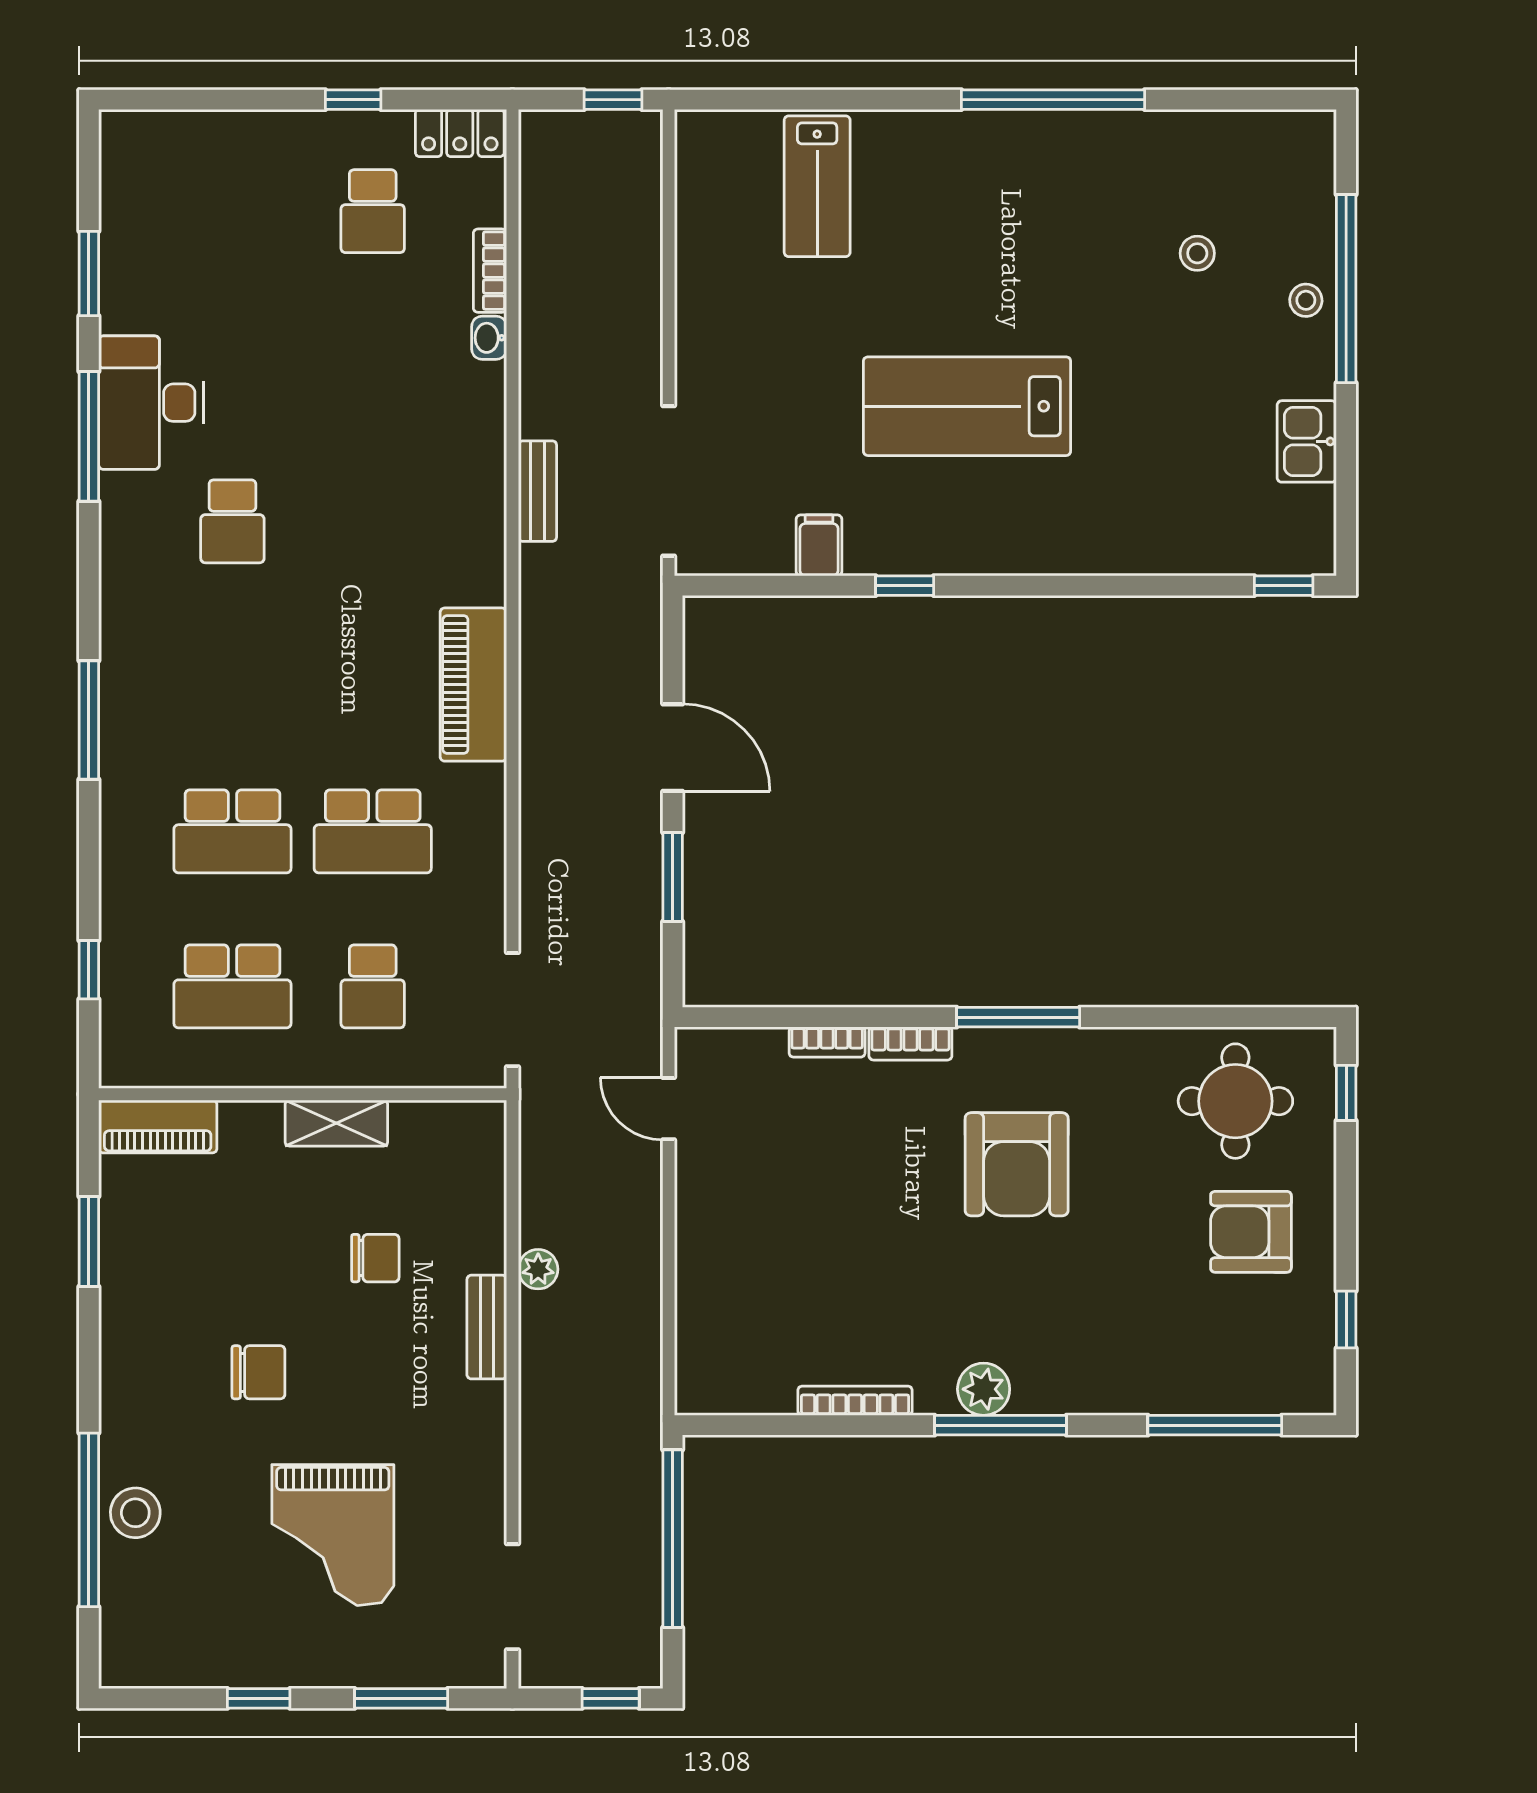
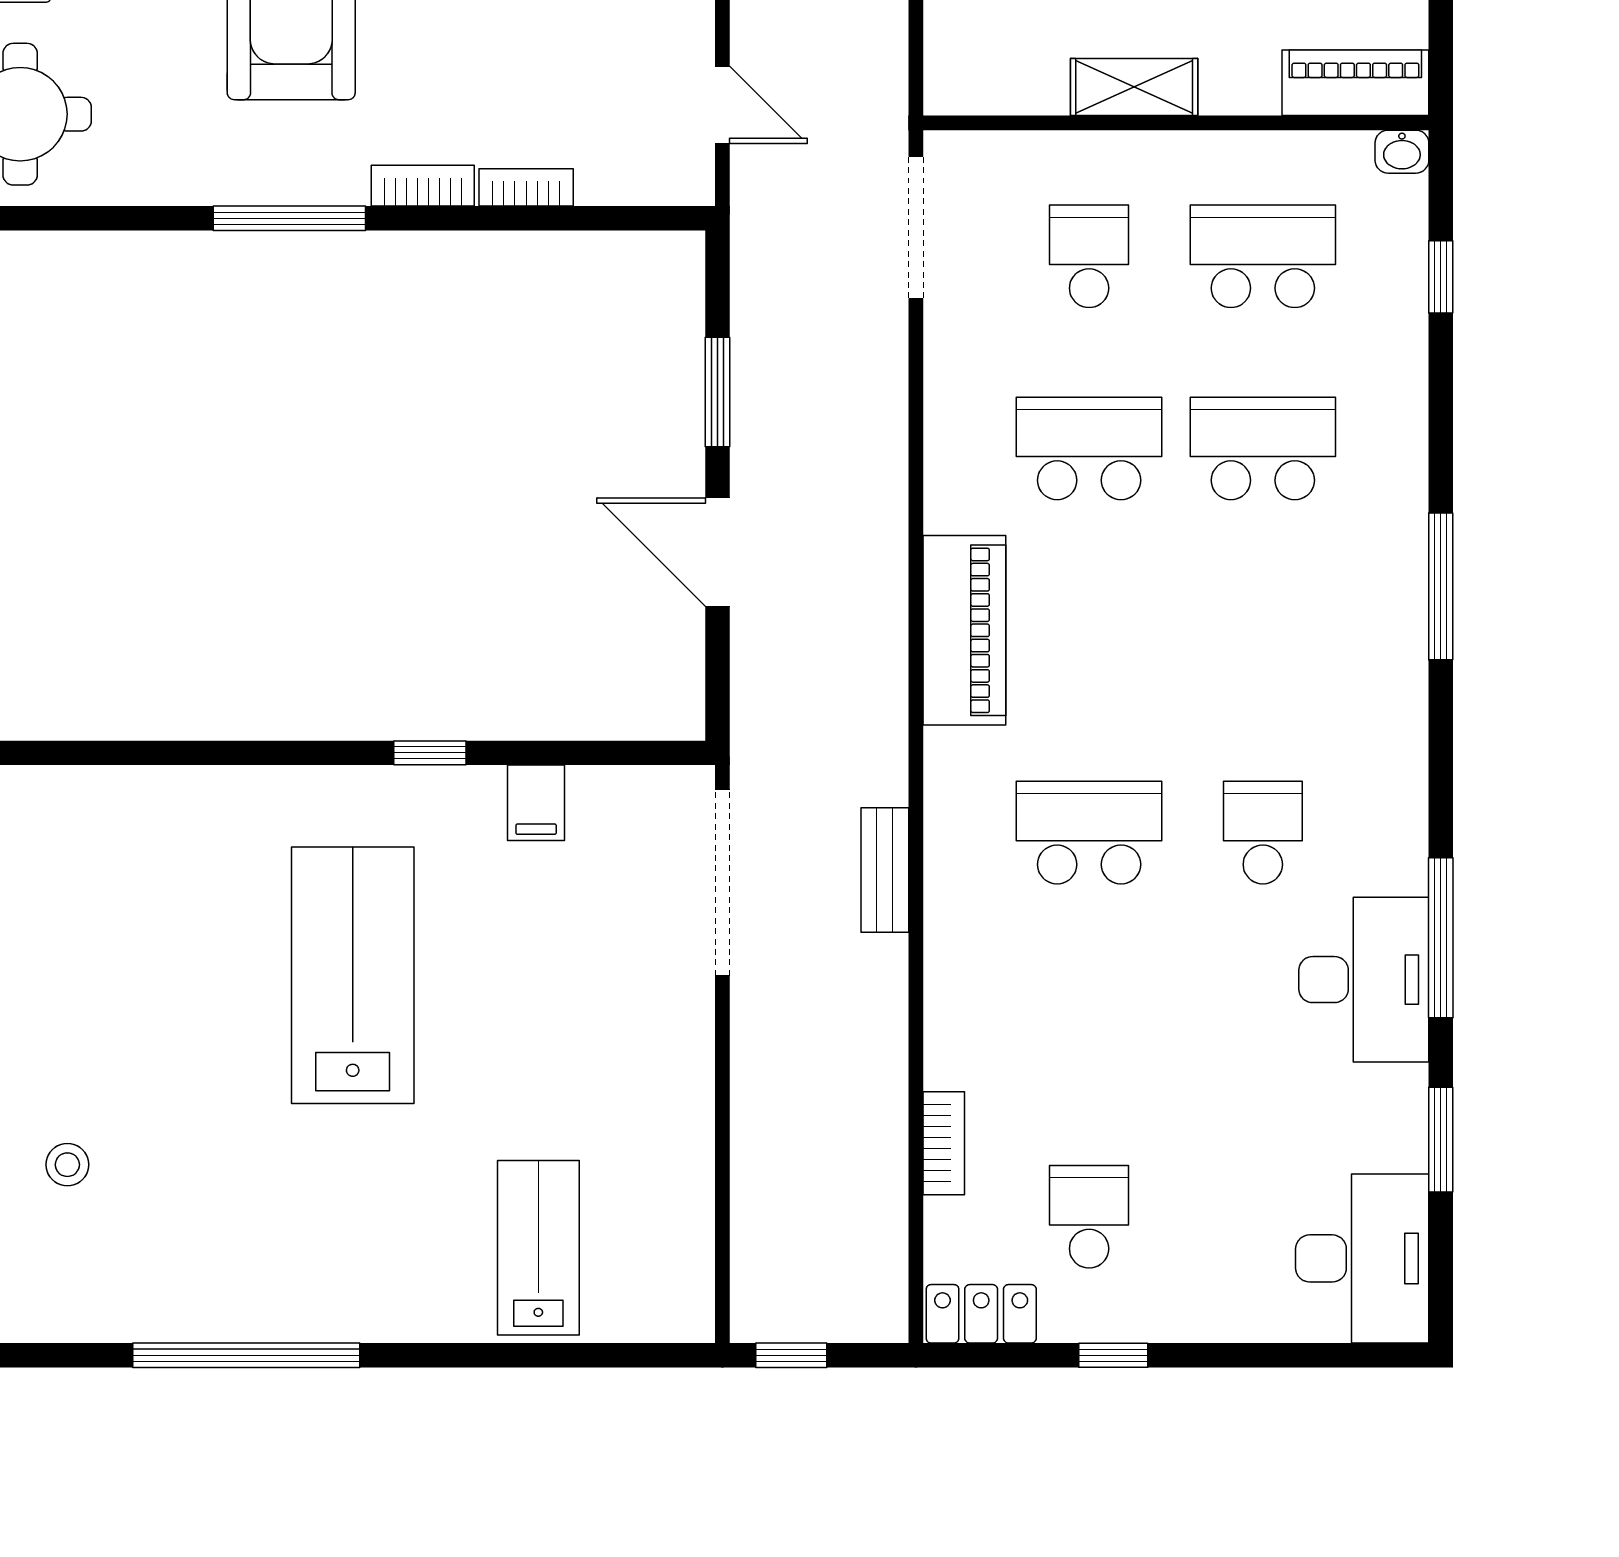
desk: (152, 178) -> (1362, 1258), added
washbasin: (489, 338) -> (1402, 152), moved, turned 90
lab bench: (967, 406) -> (353, 975), turned -90
school desk: (373, 521) -> (1089, 833), added

